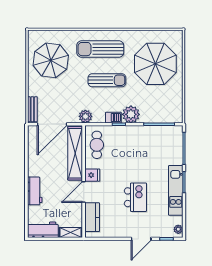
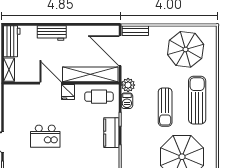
plant: (131, 114) -> (130, 132), removed
barbecue: (113, 118) -> (127, 101), moved
kitchen counter: (92, 217) -> (111, 133), moved, turned 90

